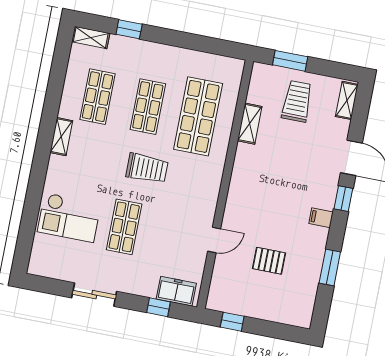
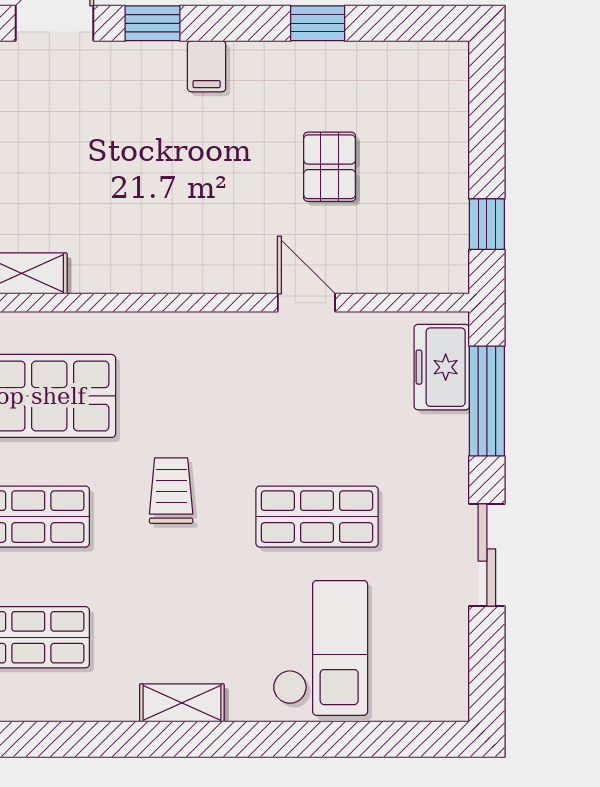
shelving: (61, 137) -> (182, 703), moved
trolley: (147, 168) -> (171, 491), width x0.73, depth x0.72
window: (330, 268) -> (318, 23), width x0.67
window: (158, 307) -> (487, 401), width x2.17

